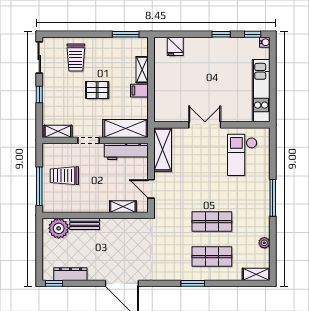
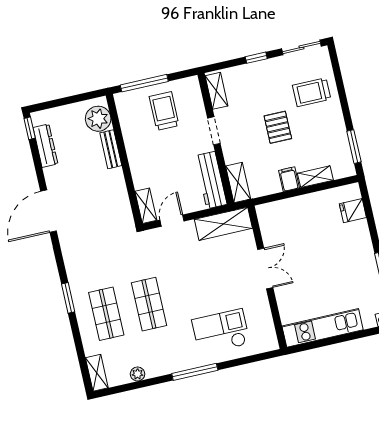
shelving: (125, 128) -> (238, 182), width x0.67, depth x0.75
checkout: (242, 155) -> (221, 332), moved
shelving: (123, 207) -> (146, 206), moved

